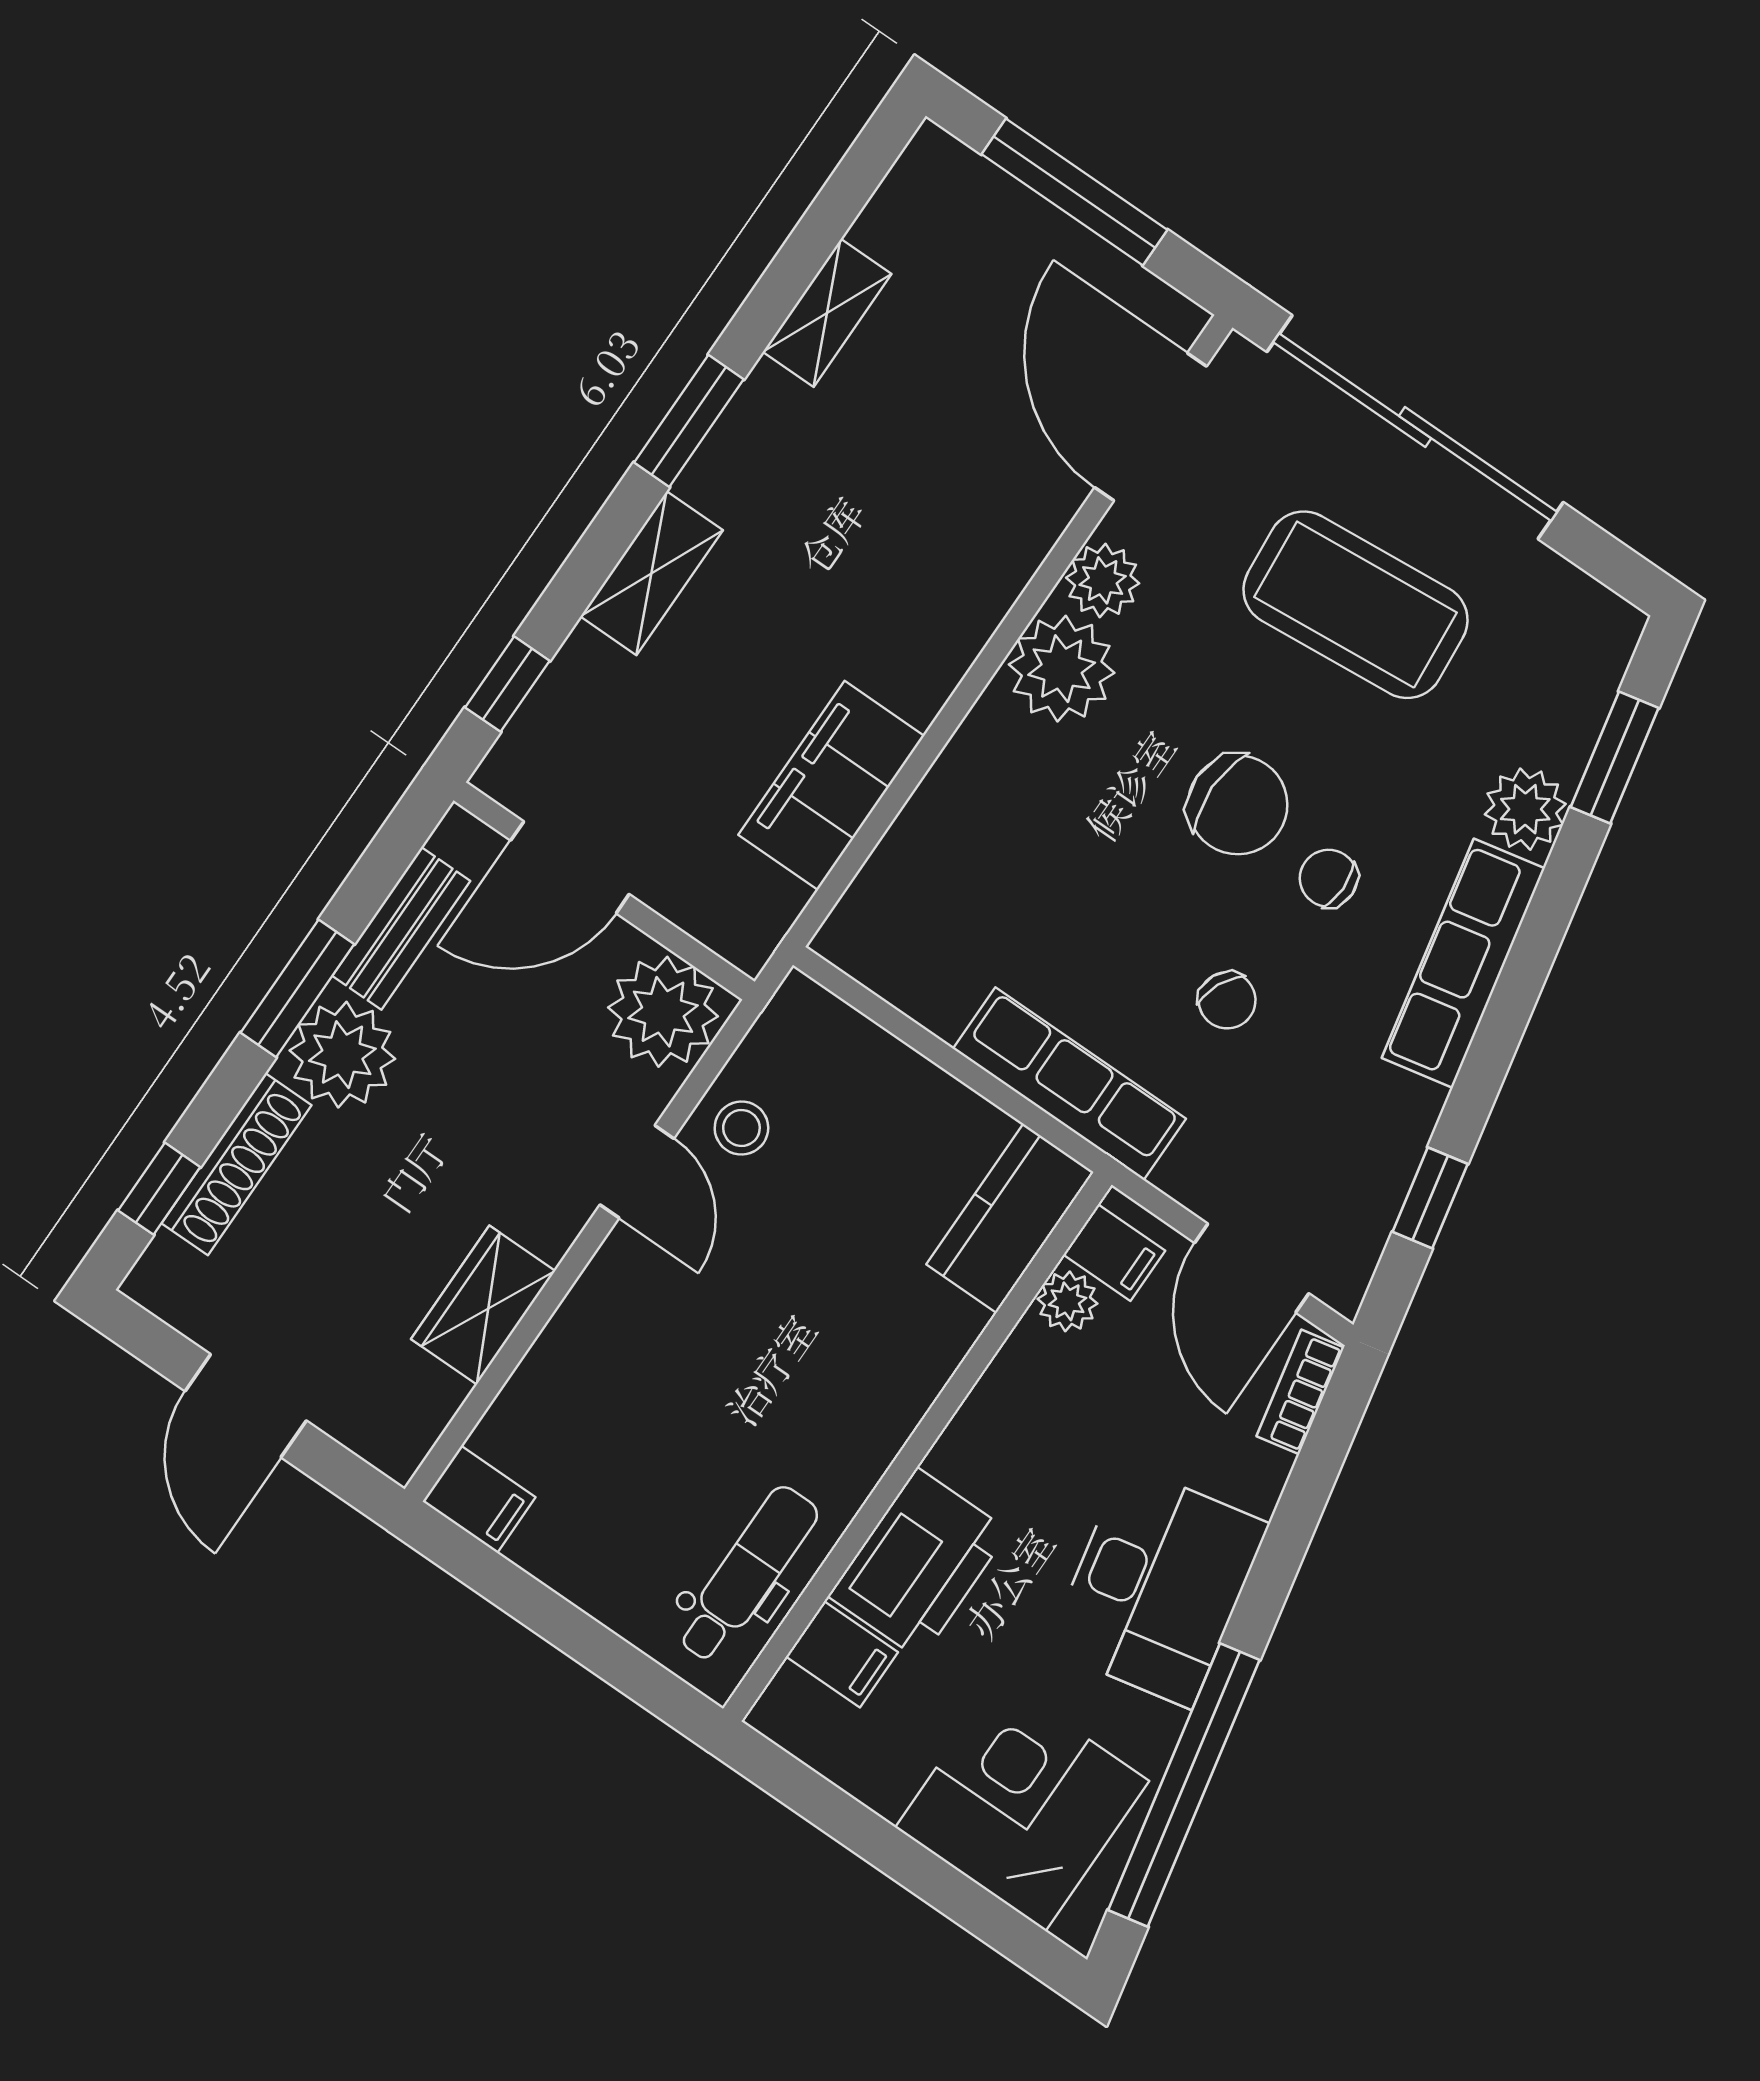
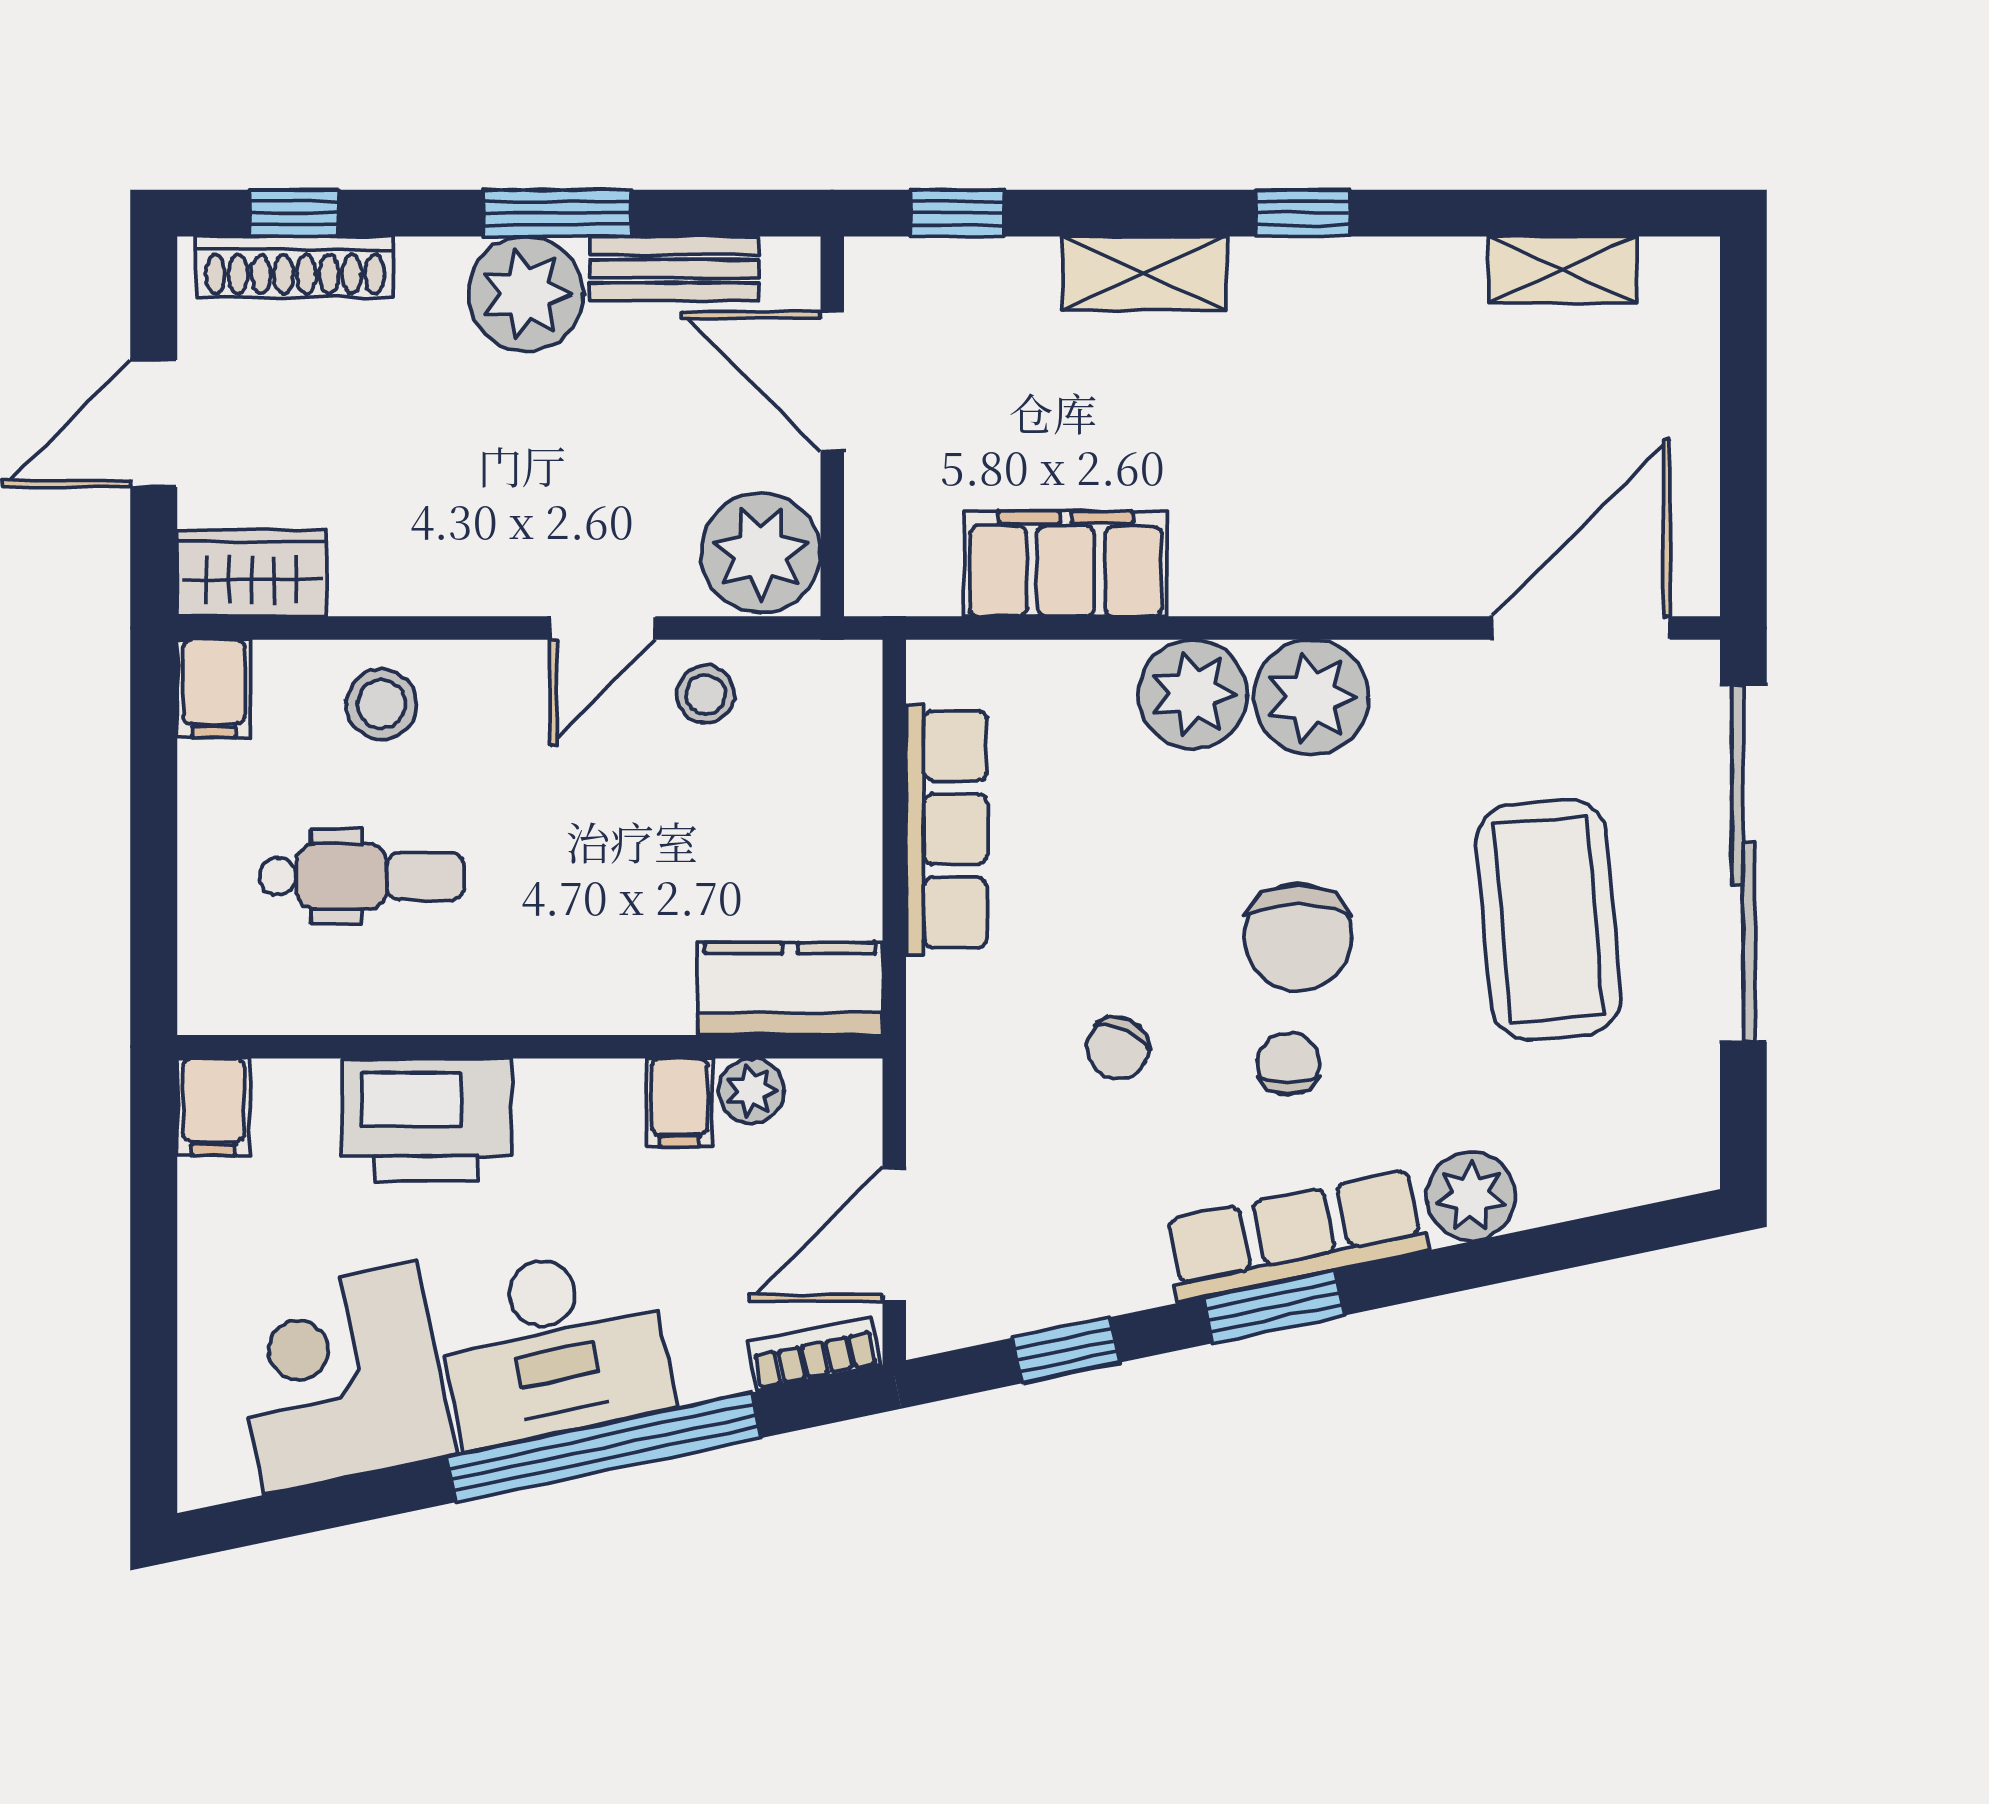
window: (1074, 192) -> (1743, 416), removed
shelving: (827, 313) -> (1562, 270), moved
window: (689, 421) -> (1303, 213), width x0.67
plant: (1103, 580) -> (1193, 694), moved, width x1.36, depth x1.36
window: (1615, 757) -> (1274, 1307), moved
row of seats: (1069, 1084) -> (946, 829), moved
shoe rack: (236, 1164) -> (295, 267), moved
filing cabinet: (1114, 1253) -> (680, 1103), moved
wardrobe: (483, 1305) -> (252, 573), moved
stool: (579, 1380) -> (381, 704), added
dental chair: (747, 1574) -> (362, 876), moved
filing cabinet: (842, 1654) -> (213, 1107), moved
window: (1184, 1785) -> (604, 1447), moved
corner desk: (1022, 1804) -> (340, 1378), moved, turned -102

